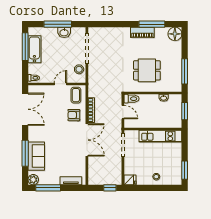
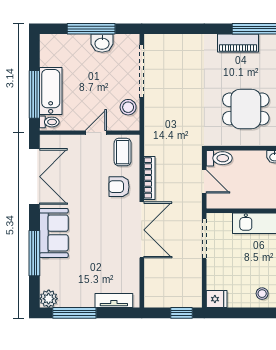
window: (25, 47) -> (34, 94), moved
bathtub: (34, 49) -> (51, 91), moved
sofa: (36, 156) -> (54, 233), moved

